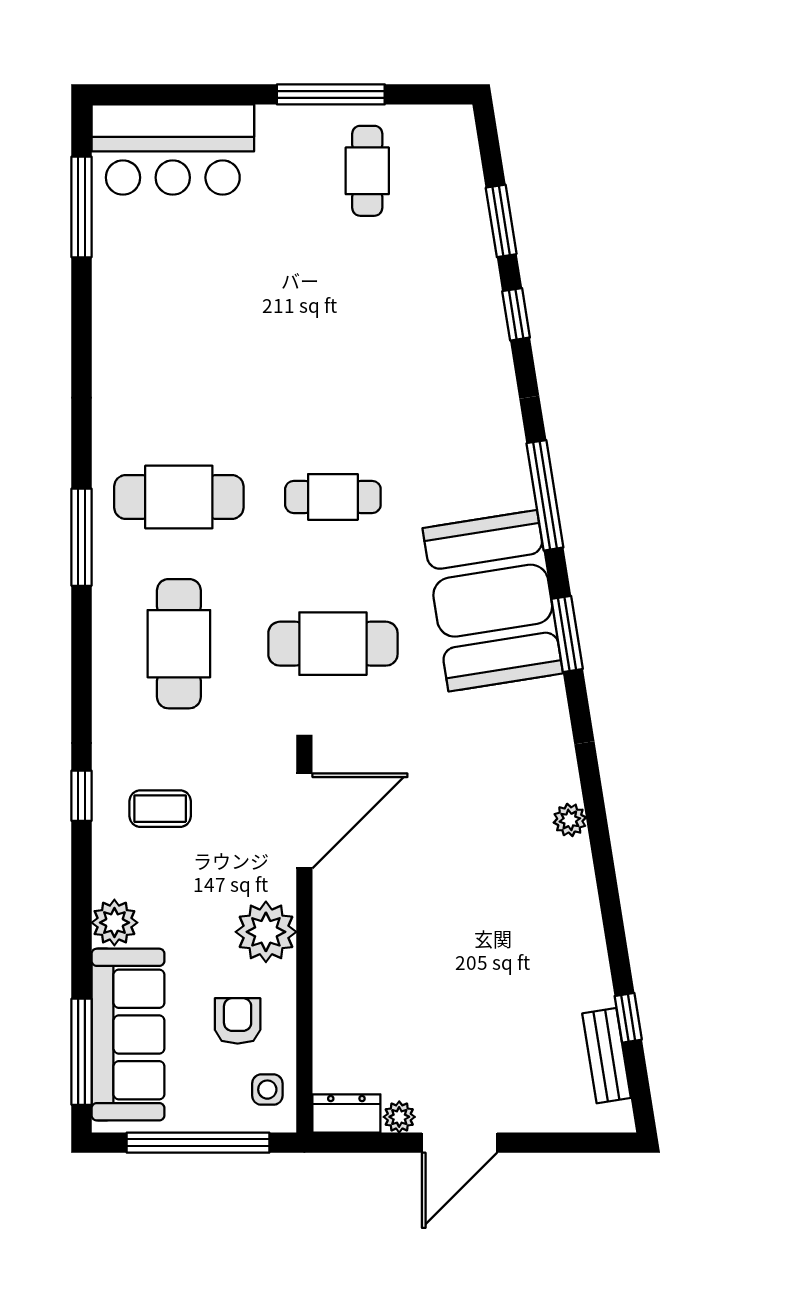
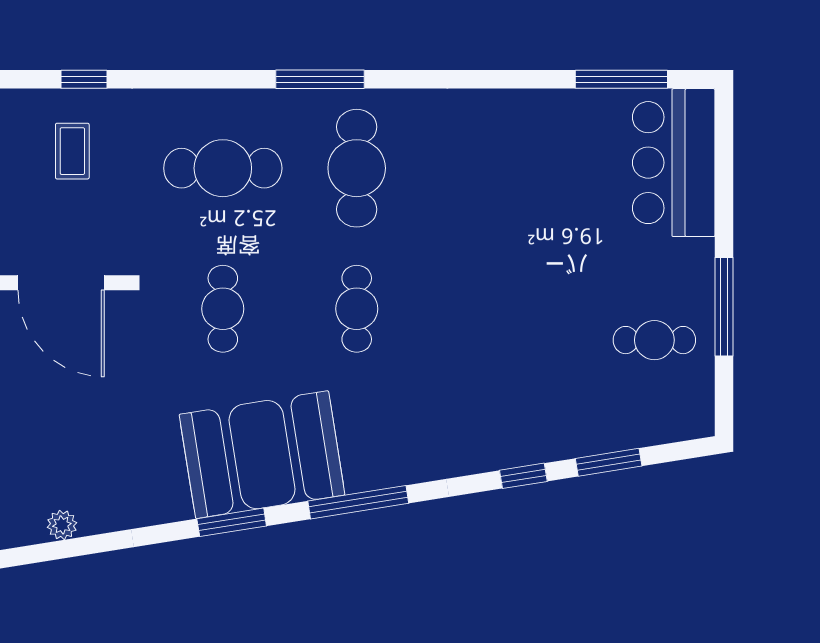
cafe table: (333, 644) -> (223, 309), width x0.73, depth x0.74

